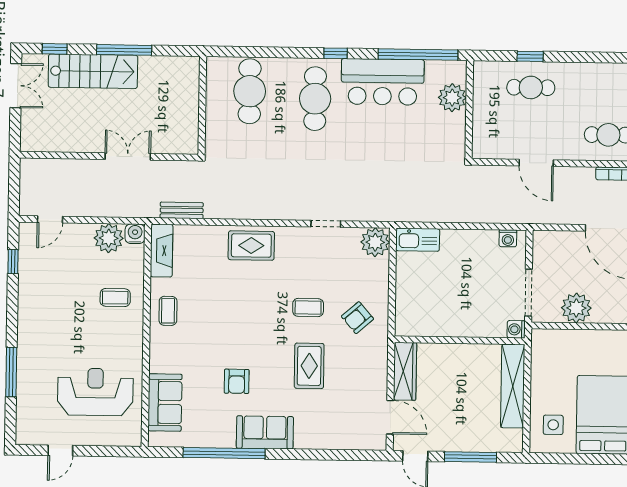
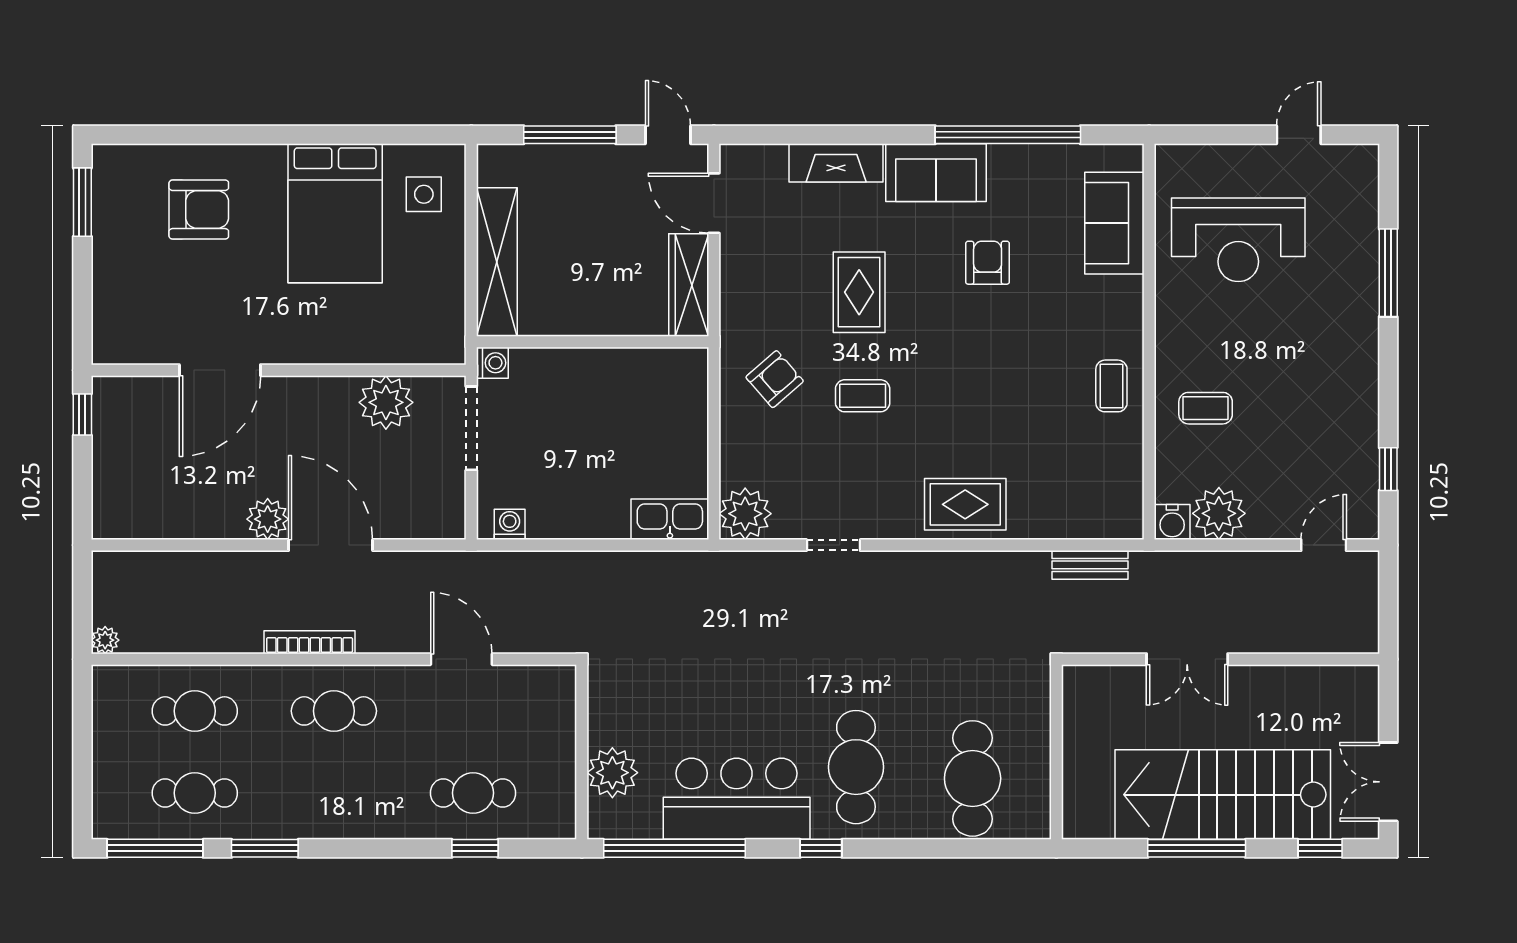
stairs: (93, 71) -> (1223, 795), width x1.36, depth x1.51
fireplace: (162, 251) -> (836, 163), moved, turned -90

